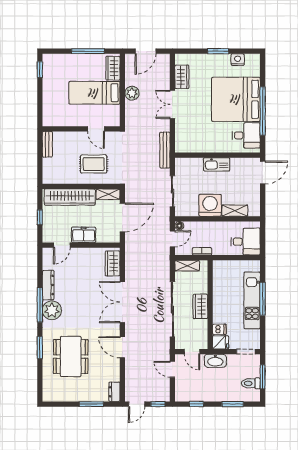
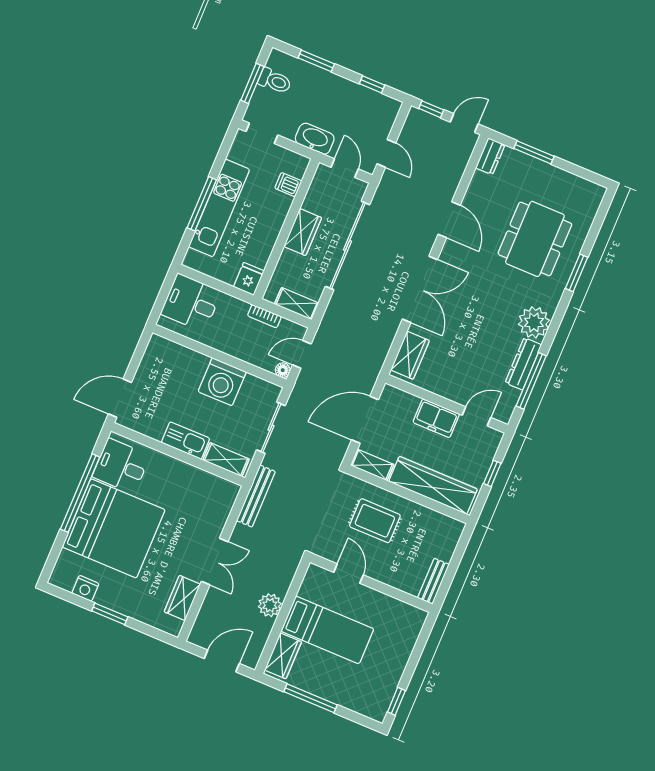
shelving: (235, 211) -> (226, 460), moved
window: (40, 305) -> (531, 381), moved
fridge: (221, 342) -> (249, 279), moved, turned 90

